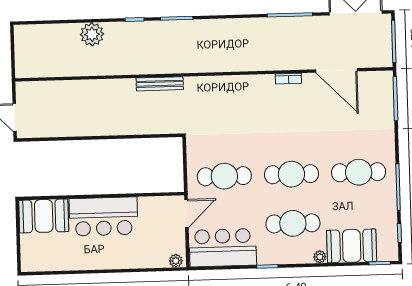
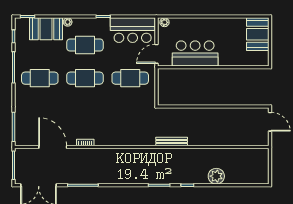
booth: (44, 216) -> (258, 34), moved, turned 90
bar counter: (103, 217) -> (195, 53), moved

